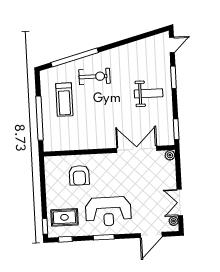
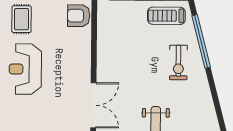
treadmill: (64, 100) -> (166, 16), moved
armchair: (79, 175) -> (79, 16), moved

